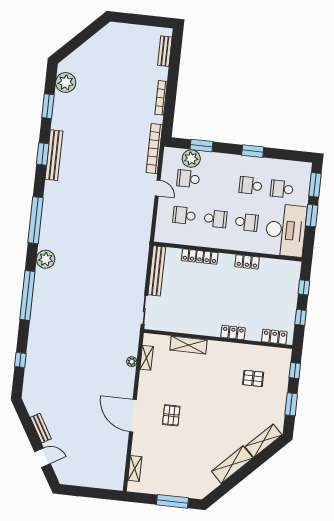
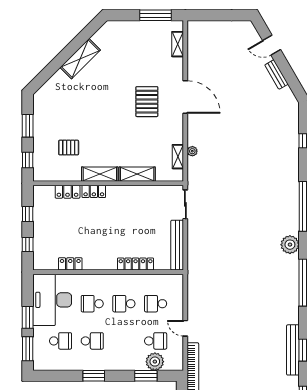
school desk: (184, 215) -> (156, 304), turned 180
locker: (247, 262) -> (70, 264), moved
locker: (274, 337) -> (68, 192), moved
pallet: (171, 415) -> (147, 102), width x1.50, depth x1.42
shelving: (263, 441) -> (100, 174), moved, turned 45
window: (172, 501) -> (155, 15), moved

